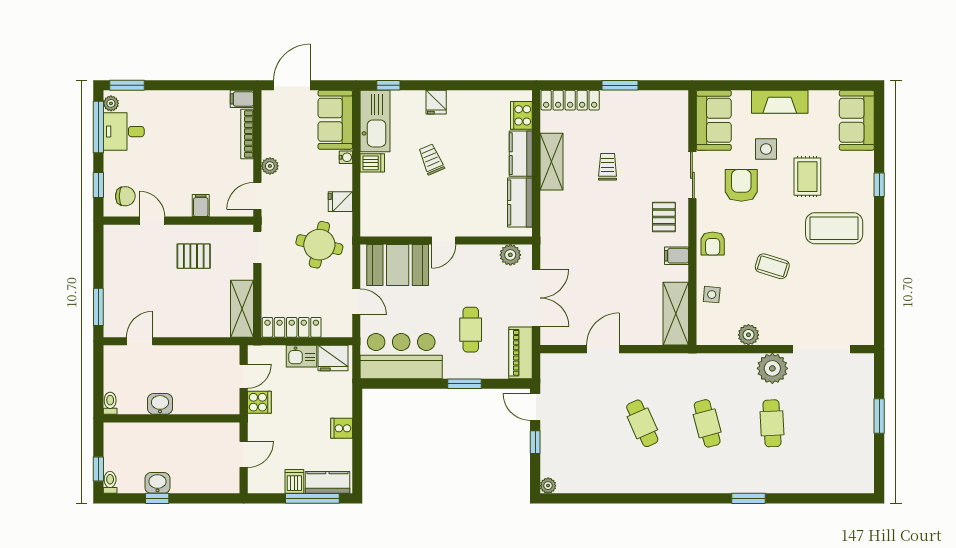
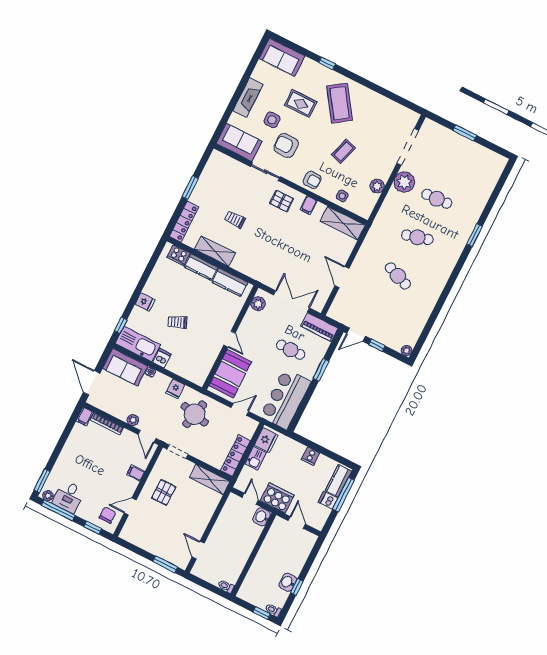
coffee table: (834, 228) -> (339, 103), turned -35
cooker: (259, 402) -> (277, 498), width x1.87, depth x1.31
washbasin: (160, 404) -> (262, 517), moved
cafe table: (642, 423) -> (398, 276), turned 45

